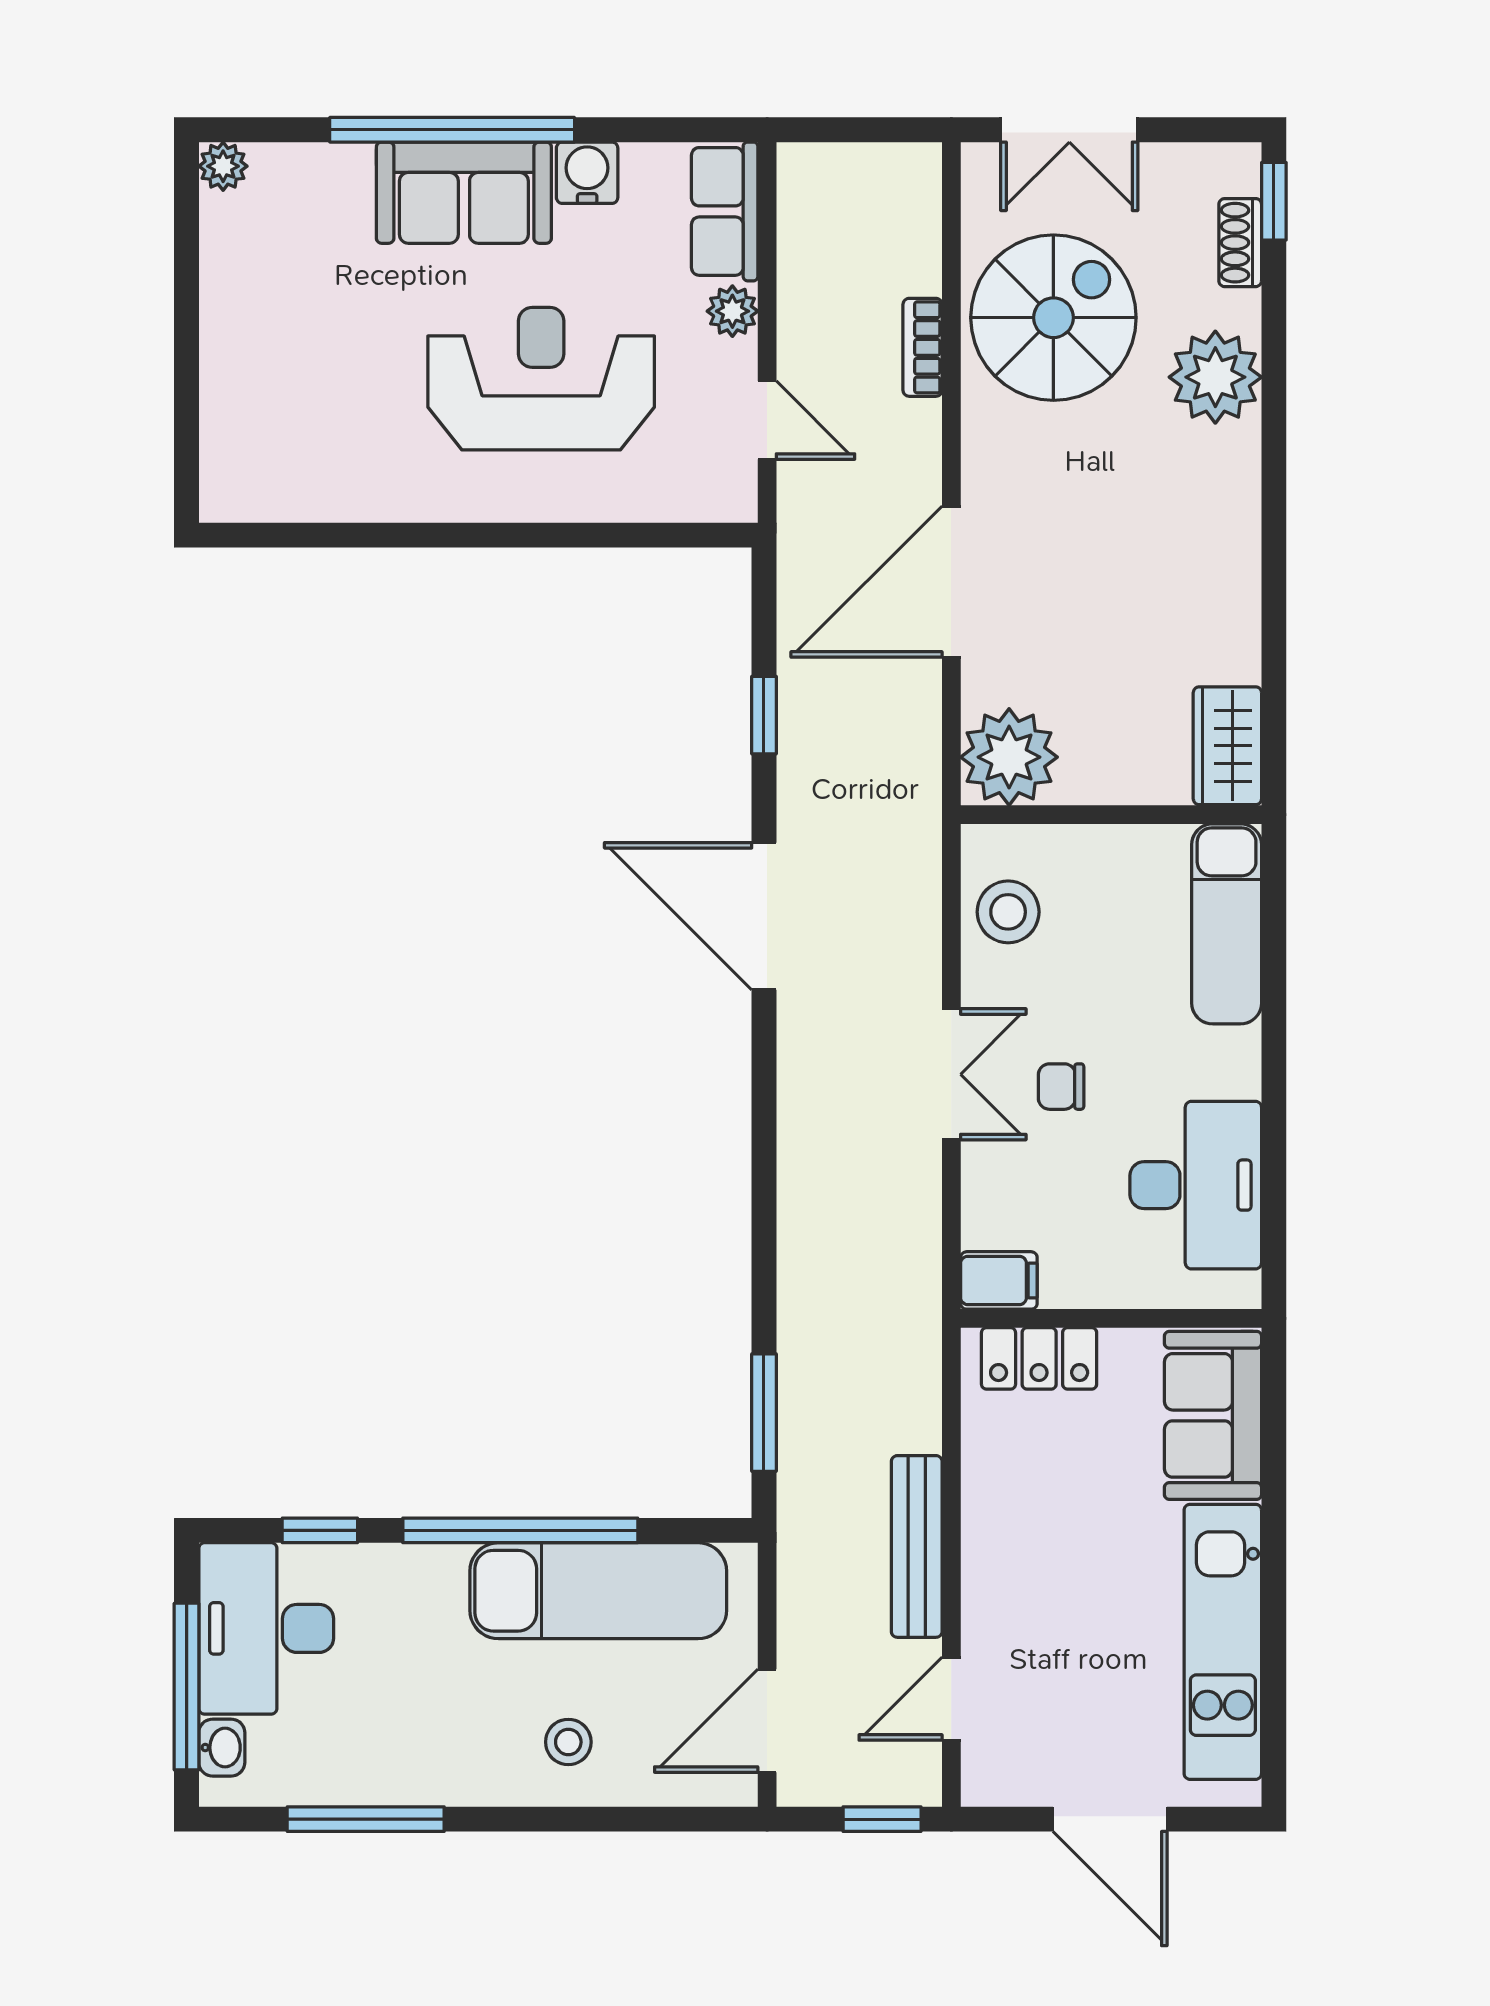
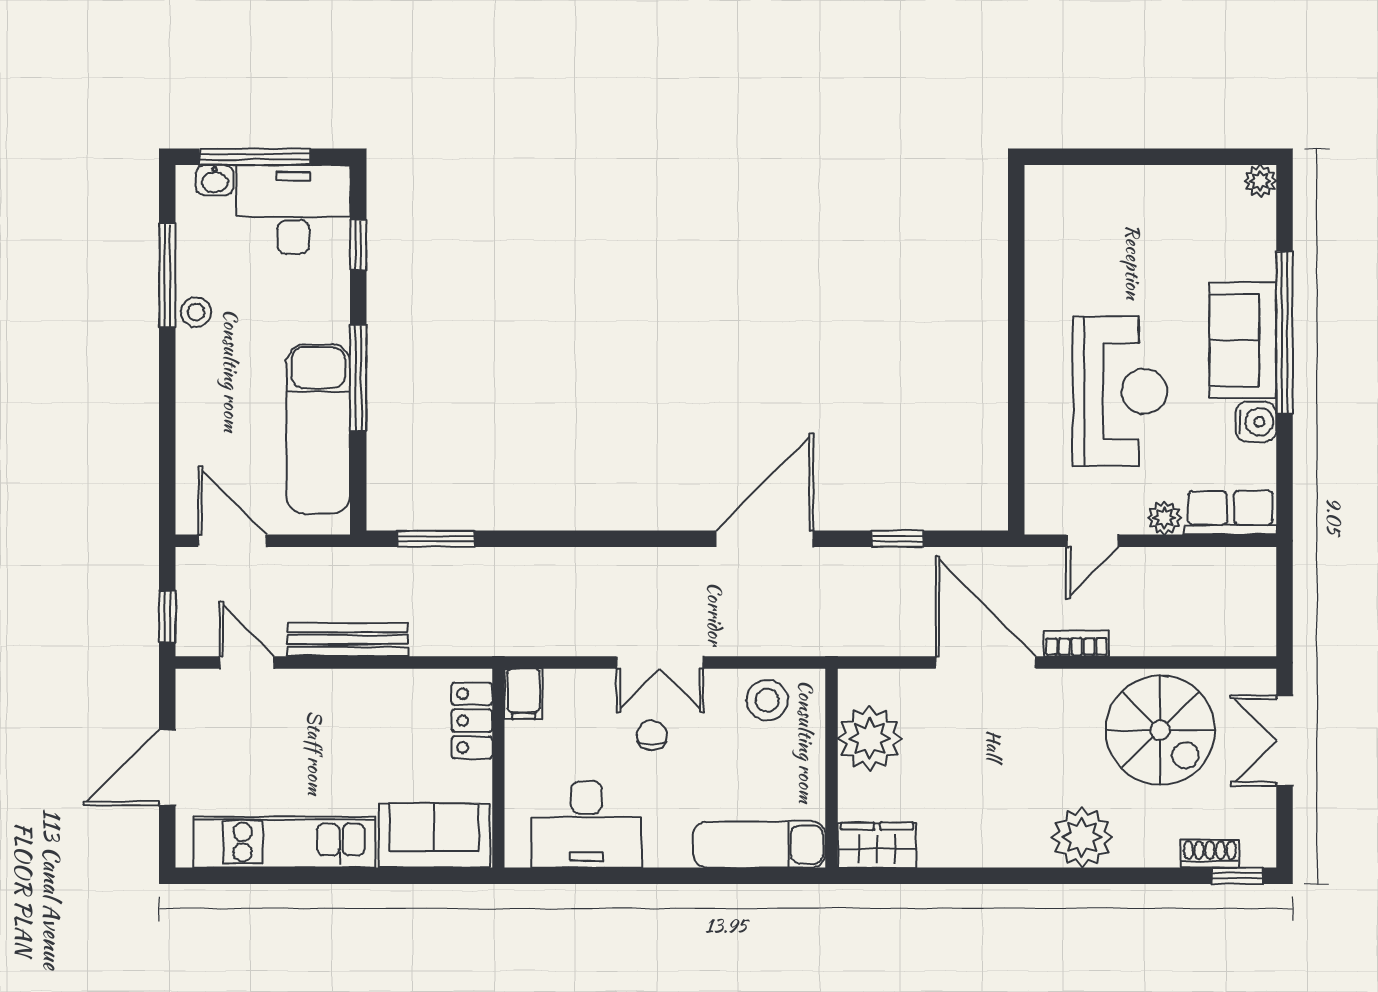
bookcase: (923, 347) -> (1077, 644), moved
plant: (1215, 377) -> (1082, 837), moved
plant: (1009, 757) -> (870, 738), moved
window: (520, 1530) -> (358, 378), width x0.68
stool: (568, 1742) -> (196, 312), moved

